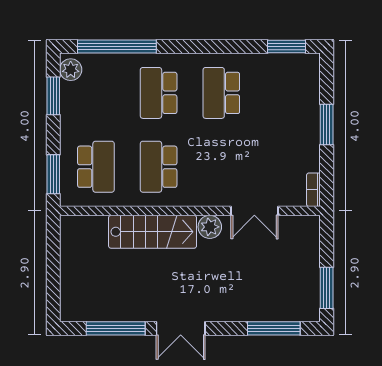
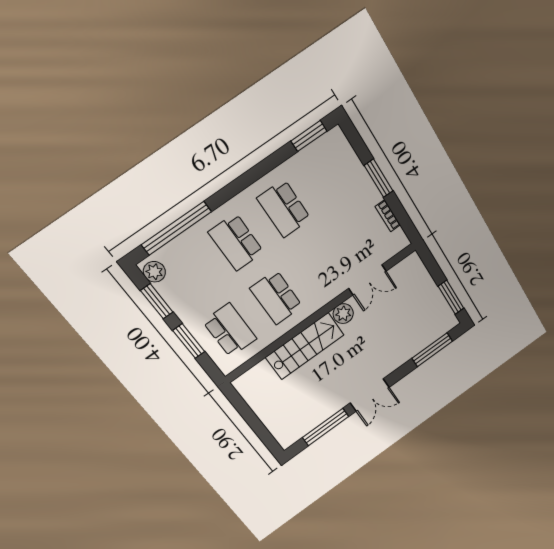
window: (53, 174) -> (189, 341), moved
bookcase: (313, 190) -> (388, 216), moved

